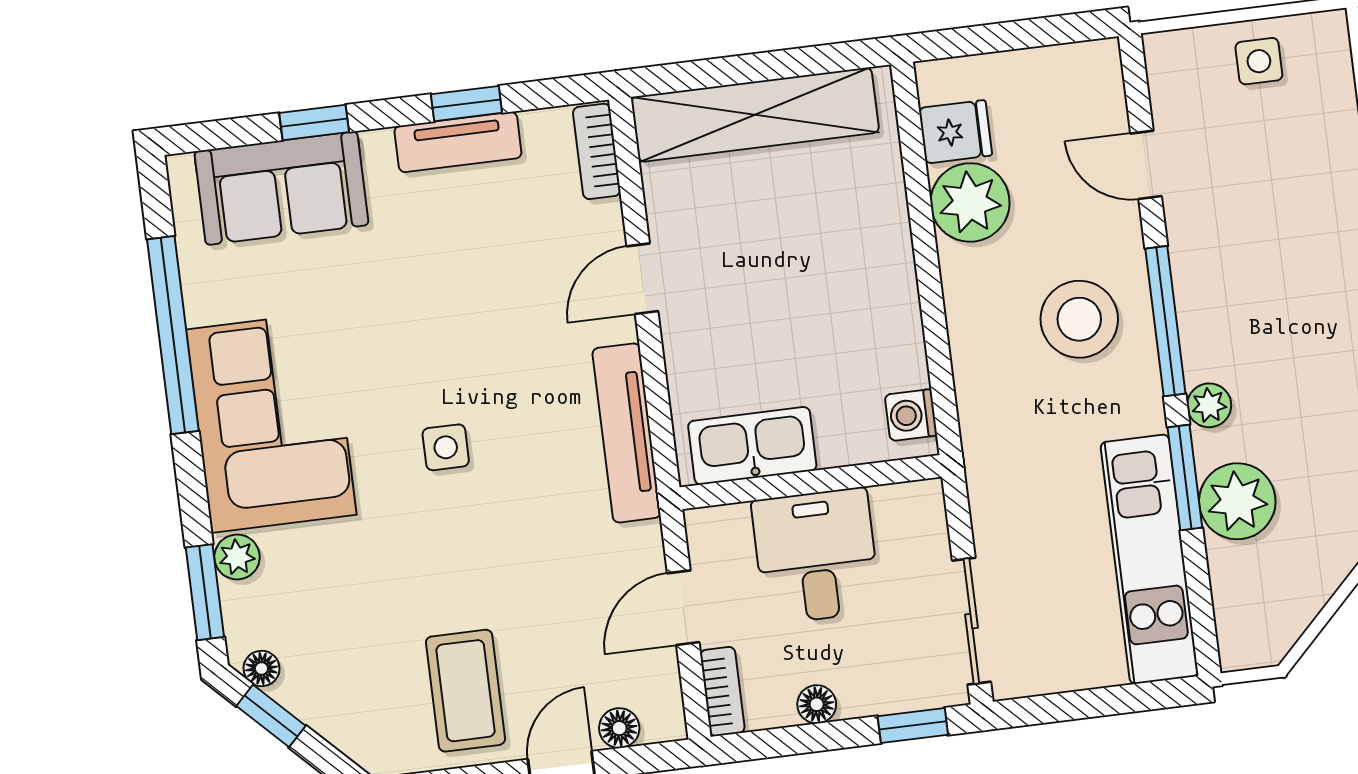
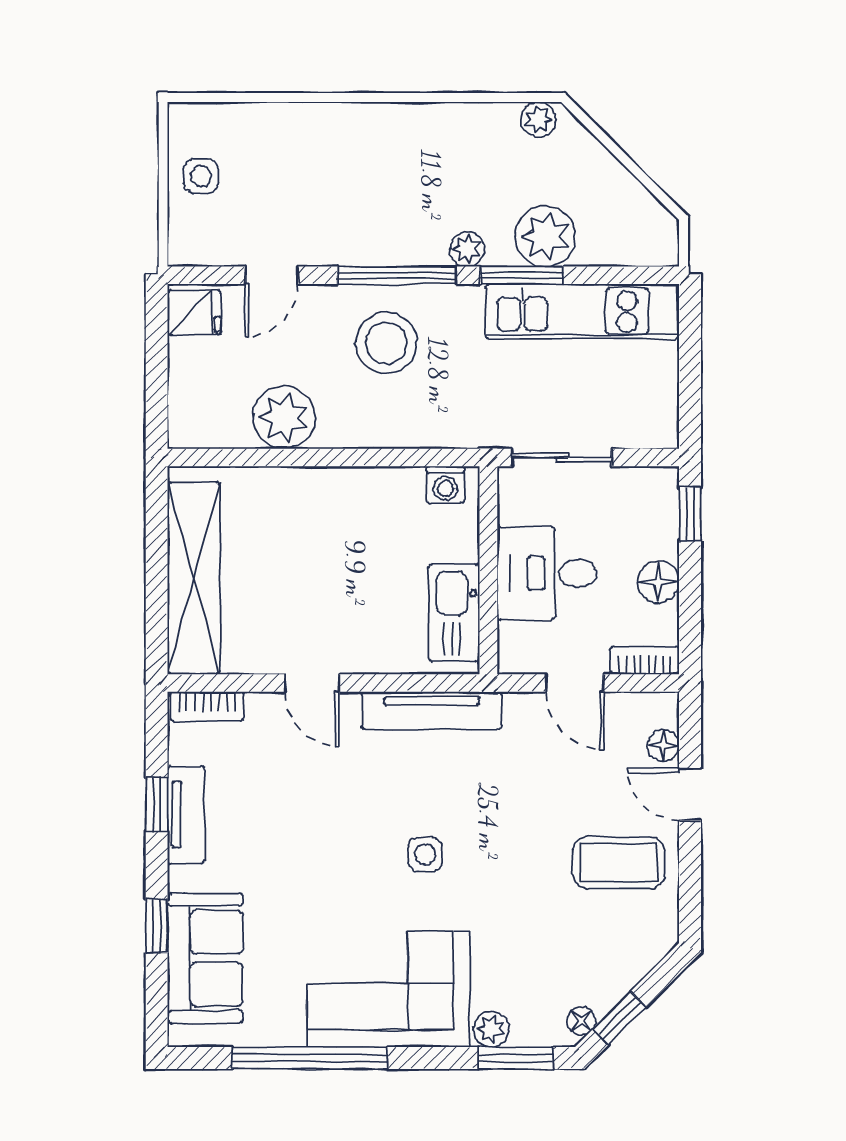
fridge: (955, 132) -> (194, 312), moved, turned 90
sliding door: (971, 621) -> (562, 457), moved
floor lamp: (817, 704) -> (658, 582), width x1.37, depth x1.37

